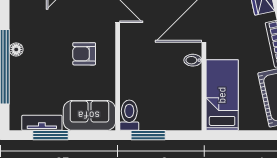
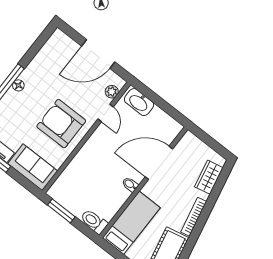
armchair: (84, 54) -> (61, 124), width x1.88, depth x1.88
toilet: (129, 115) -> (94, 222), moved, turned -90

